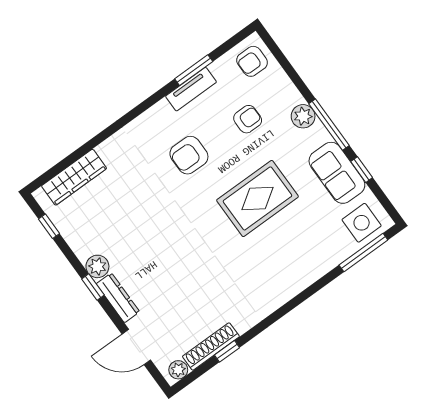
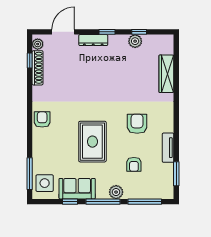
armchair: (252, 61) -> (42, 119), moved
window: (288, 68) -> (145, 202), added
window: (194, 70) -> (176, 174), moved
wardrobe: (74, 177) -> (166, 74), moved
window: (49, 226) -> (139, 32), moved
plant: (97, 266) -> (135, 41), moved
window: (227, 351) -> (30, 60), moved

